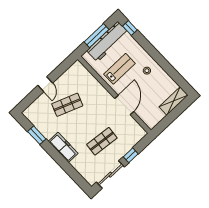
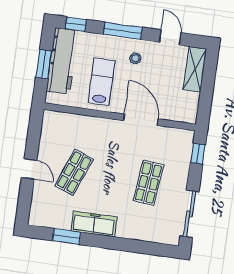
window: (97, 36) -> (44, 64), width x0.69
window: (152, 51) -> (123, 31), added
door: (174, 74) -> (170, 37), added
freezer: (63, 147) -> (94, 224), moved
window: (131, 155) -> (198, 154), moved

